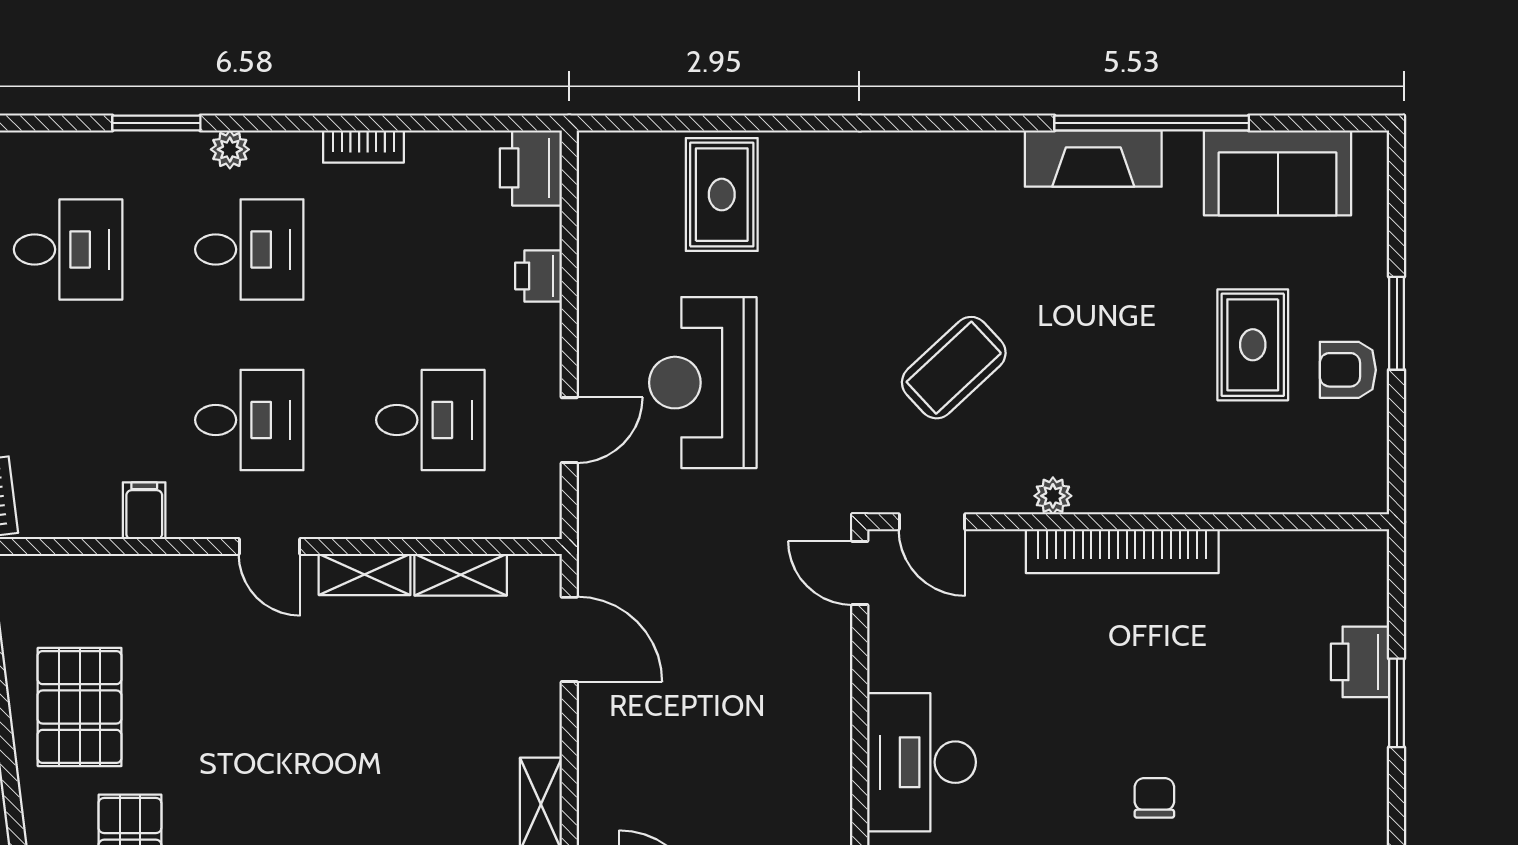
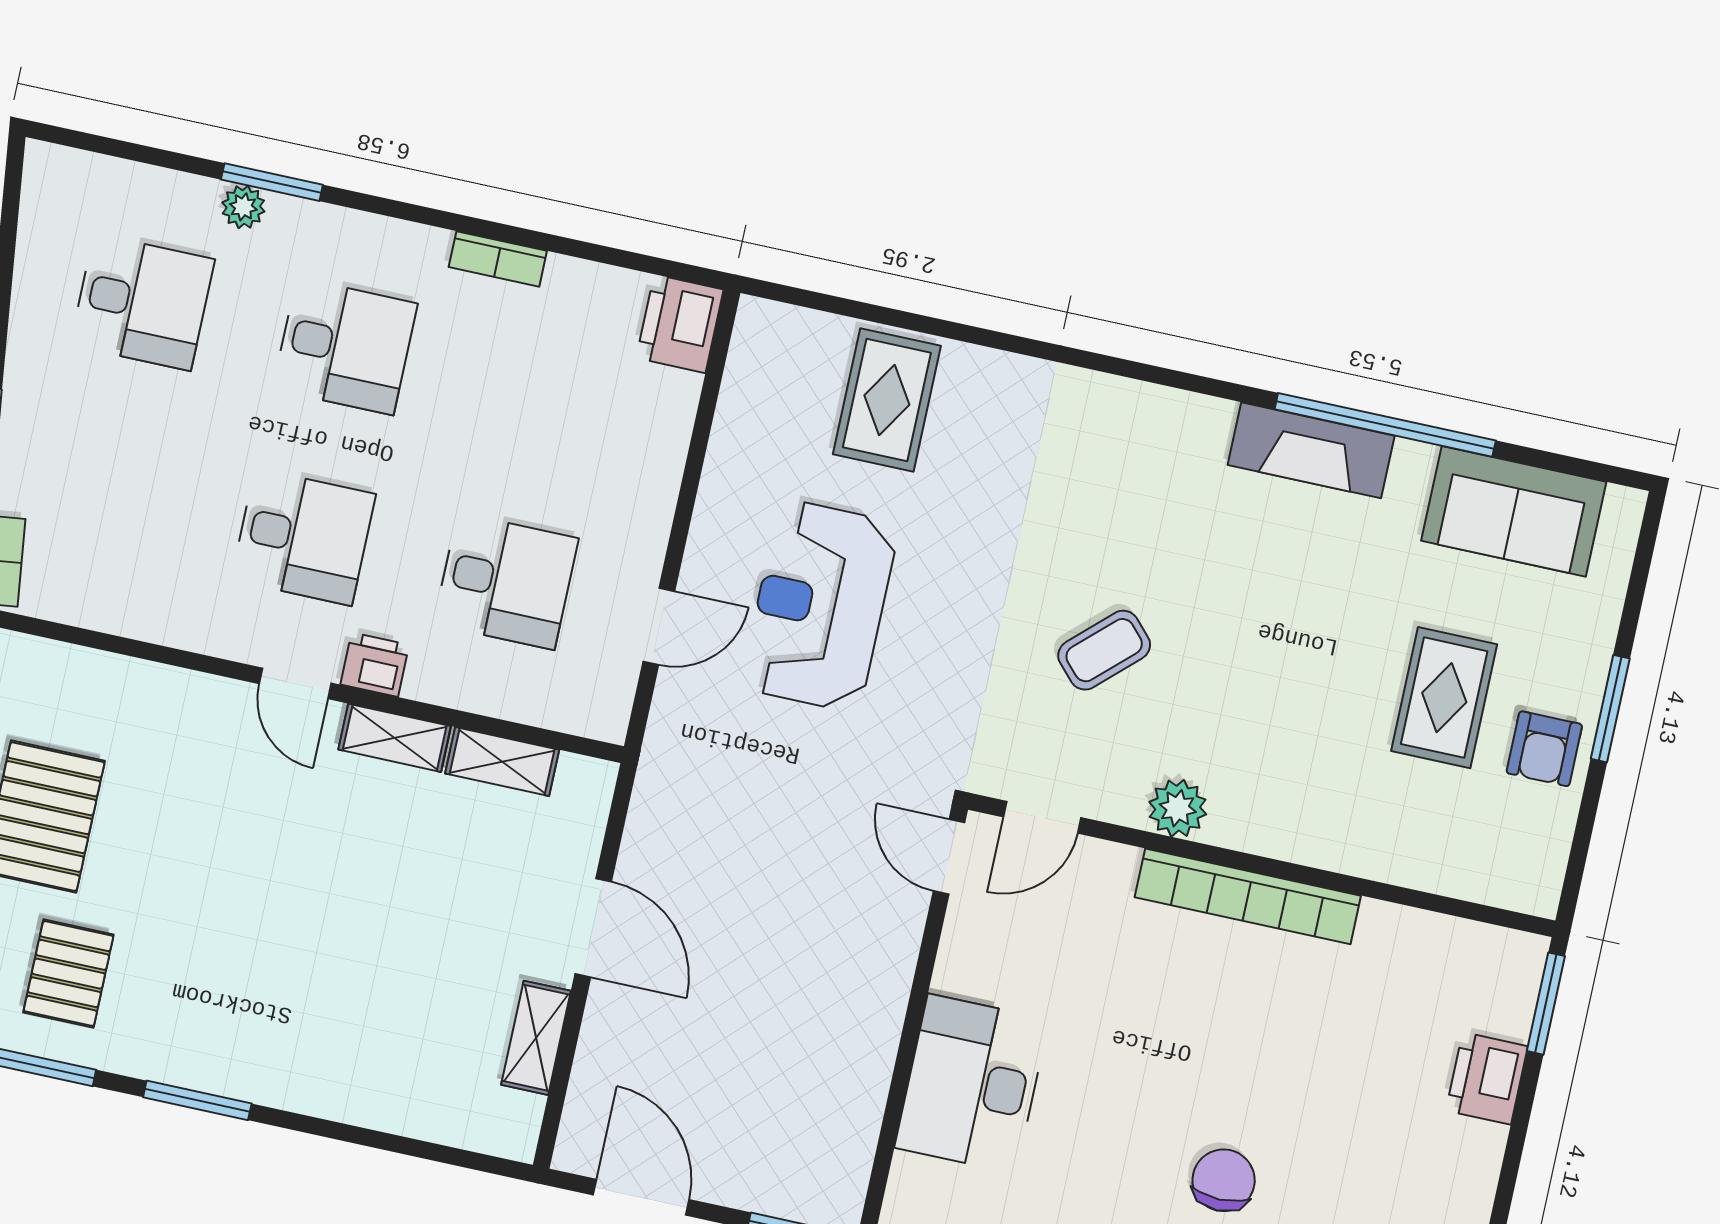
plant: (230, 149) -> (243, 207), moved
printer: (539, 276) -> (375, 665), moved, turned 90
coffee table: (954, 368) -> (1104, 650), width x0.73, depth x0.77
armchair: (1348, 370) -> (1544, 749), turned -90
plant: (1053, 496) -> (1178, 808), width x1.38, depth x1.38
filing cabinet: (144, 511) -> (164, 613), removed
door: (932, 522) -> (1042, 817), hinge flipped
door: (569, 639) -> (593, 928), moved
window: (1397, 703) -> (1546, 1004), moved
chair: (1154, 798) -> (1224, 1180), width x1.37, depth x1.37

